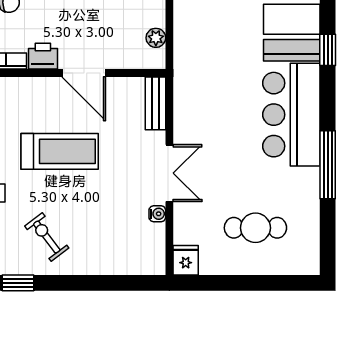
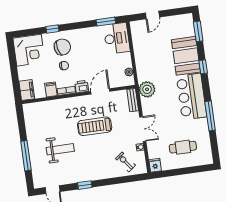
door: (84, 73) -> (100, 91), swing flipped
plant: (192, 84) -> (147, 89), added
treadmill: (60, 151) -> (95, 126), turned 180
exercise bike: (47, 237) -> (125, 162), moved

